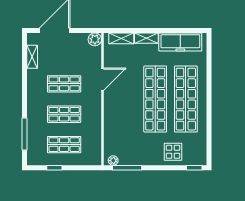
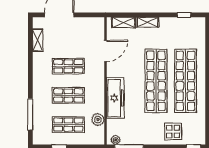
window: (184, 30) -> (184, 15), added
plant: (95, 39) -> (98, 120), moved
freezer: (180, 42) -> (115, 98), moved, turned -90
door: (103, 79) -> (105, 51), moved

